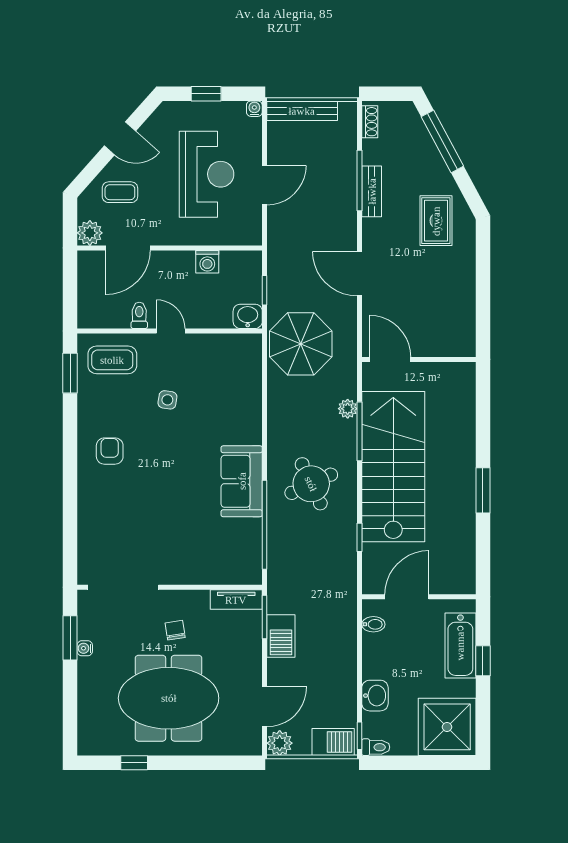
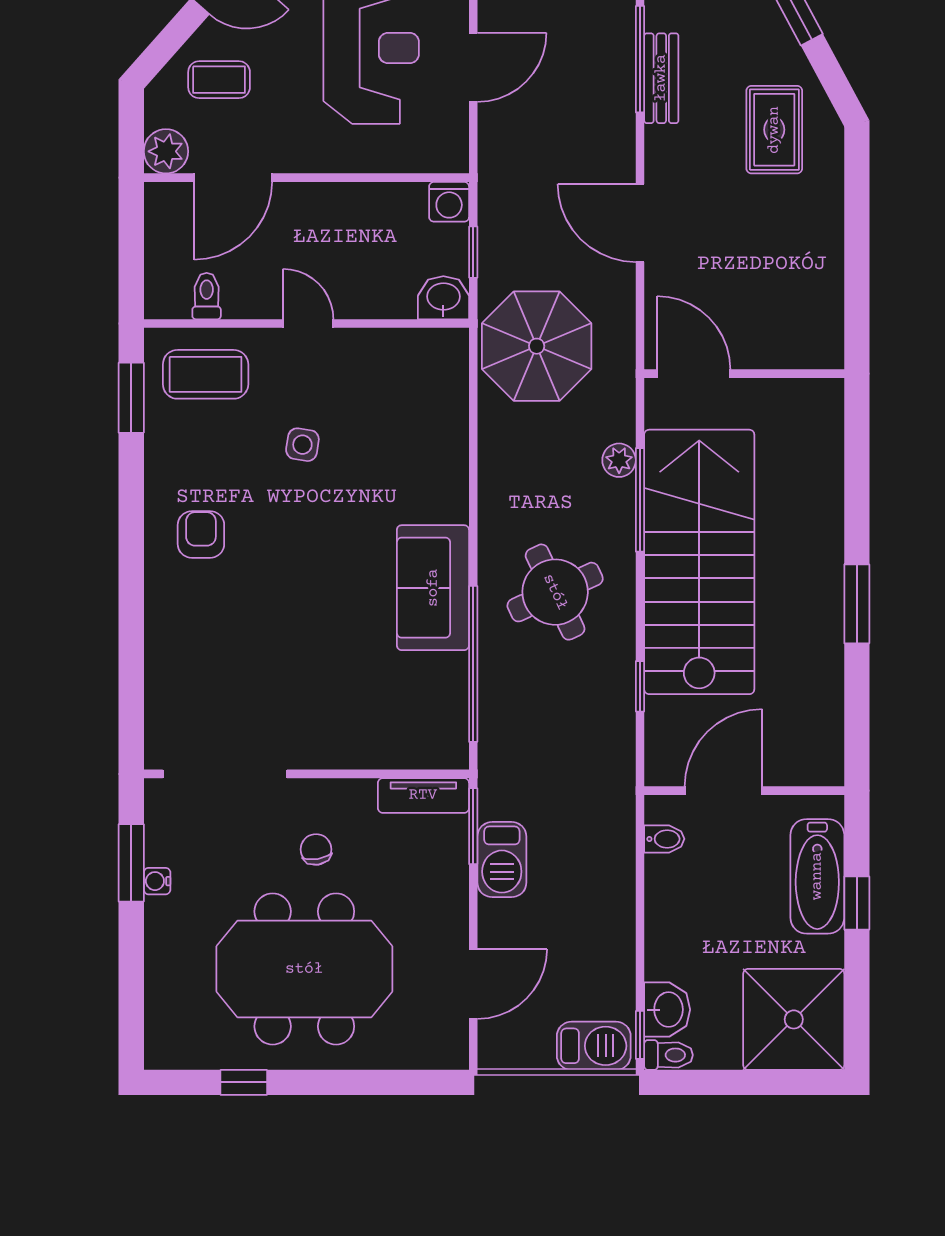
washing machine: (207, 262) -> (449, 202), moved
toilet: (139, 315) -> (207, 296), moved
washbasin: (375, 696) -> (667, 1010), moved
plant: (280, 743) -> (500, 1048), removed

